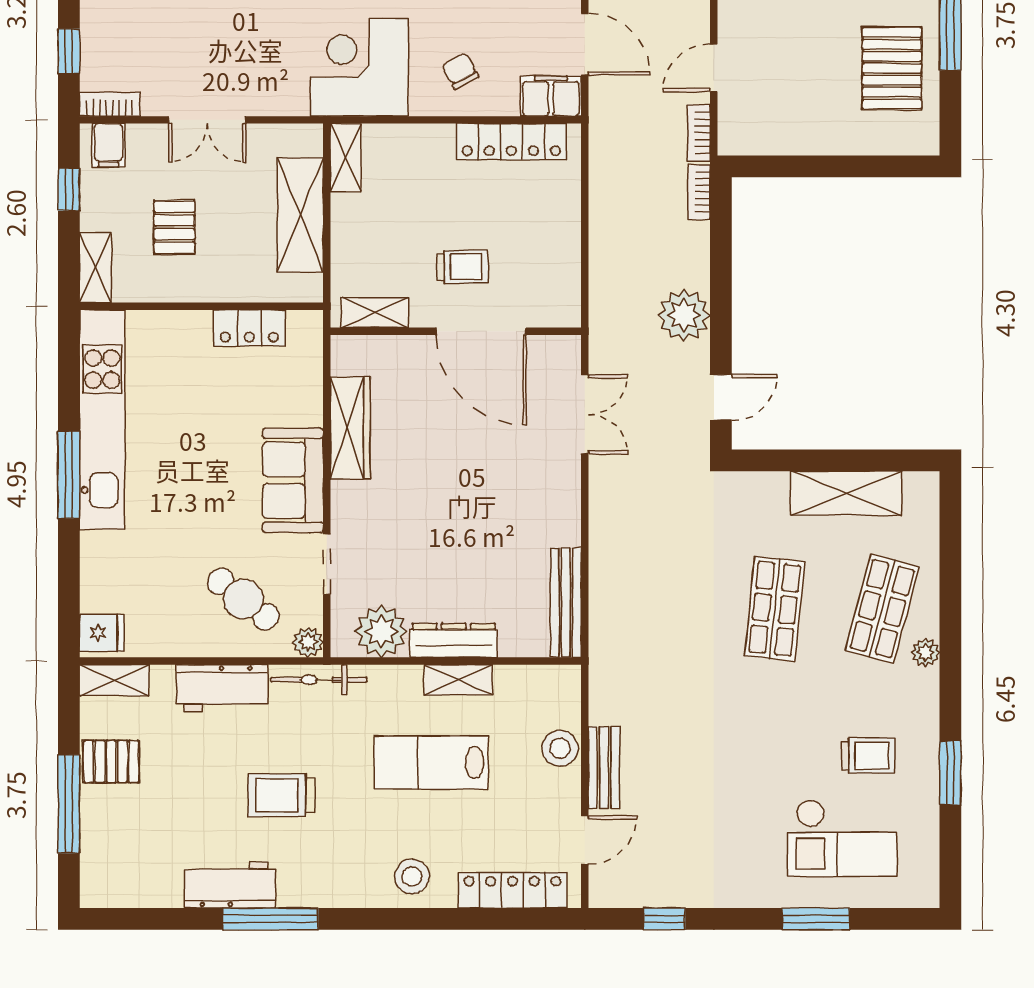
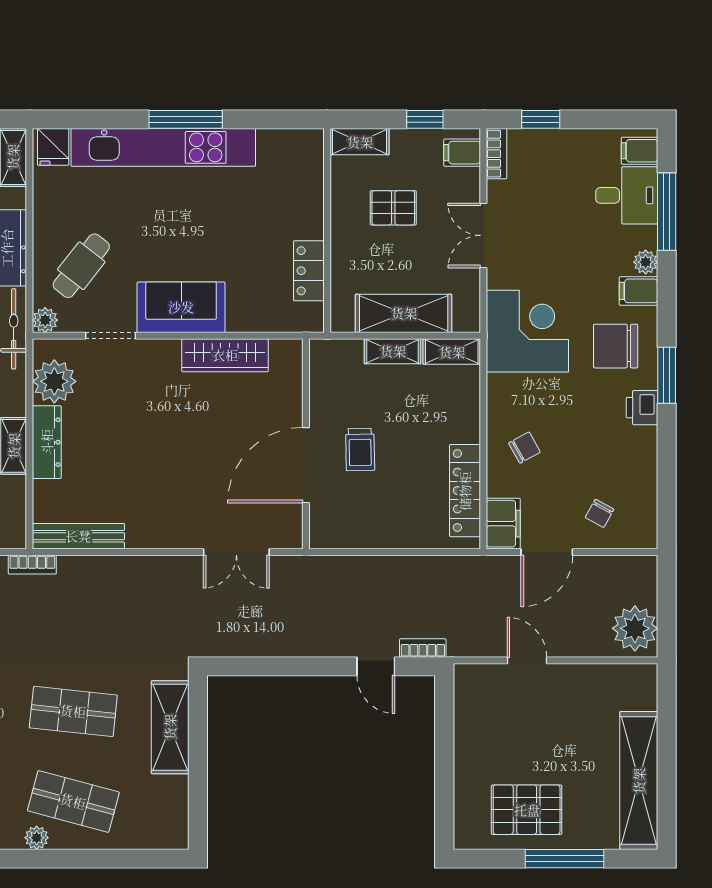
corner desk: (359, 67) -> (527, 331), moved
bookcase: (699, 133) -> (32, 565), moved, turned 180
shelving: (375, 313) -> (393, 351), moved, turned 90
plant: (684, 315) -> (319, 635), removed
door: (721, 397) -> (376, 666), moved
kitchen unit: (102, 420) -> (163, 147), moved
shelving: (846, 493) -> (170, 727), moved

